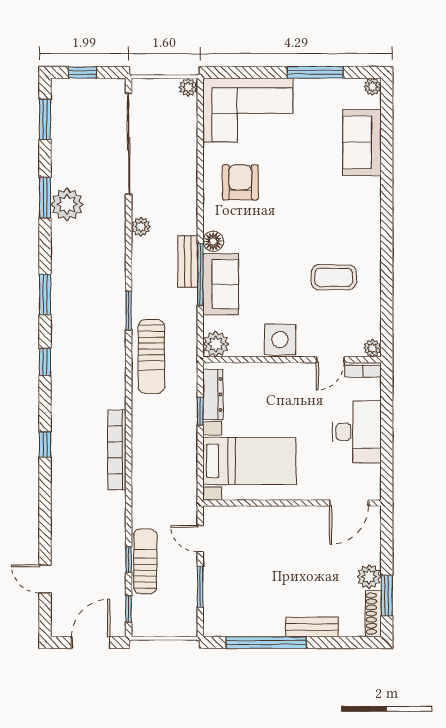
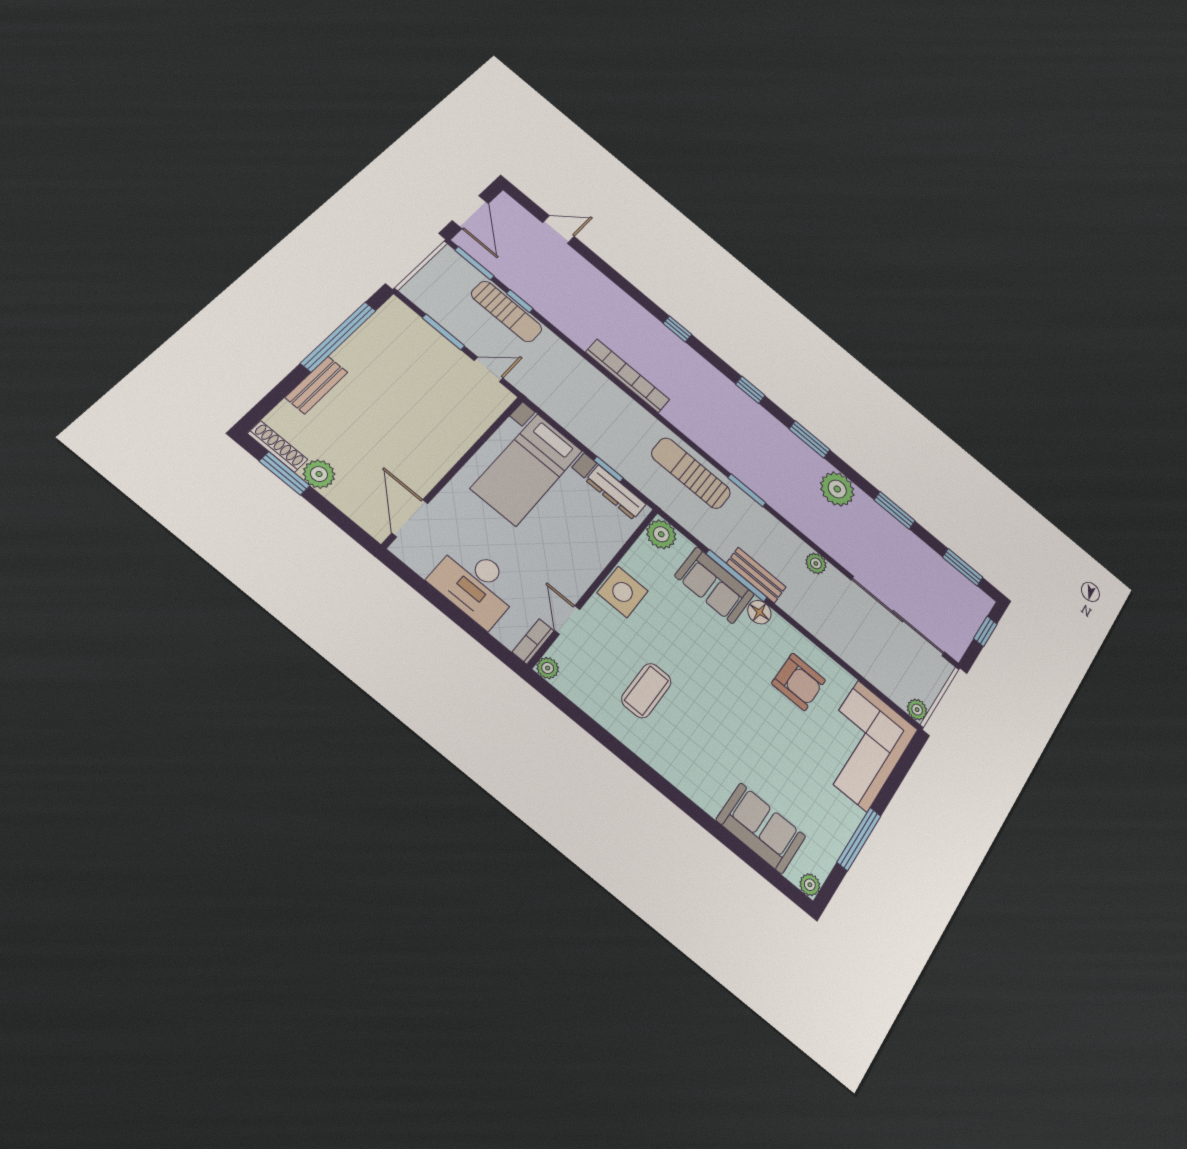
plant: (67, 204) -> (837, 489), moved
window: (129, 609) -> (474, 263), width x1.50

